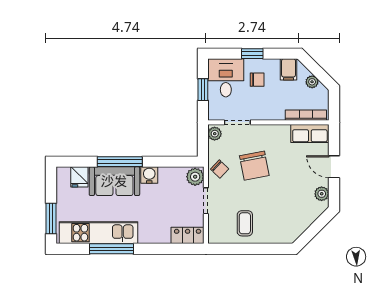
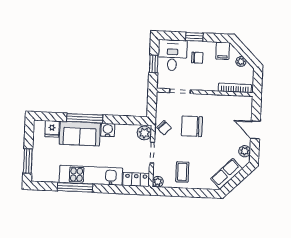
plant: (215, 134) -> (158, 182), moved
row of seats: (310, 134) -> (227, 174), moved, turned 135
chair: (254, 166) -> (192, 126), turned 101
kitchen unit: (98, 233) -> (91, 175), moved

